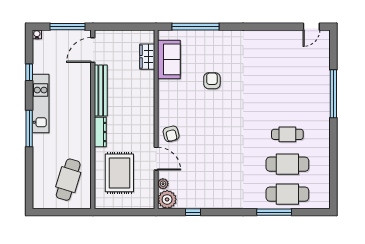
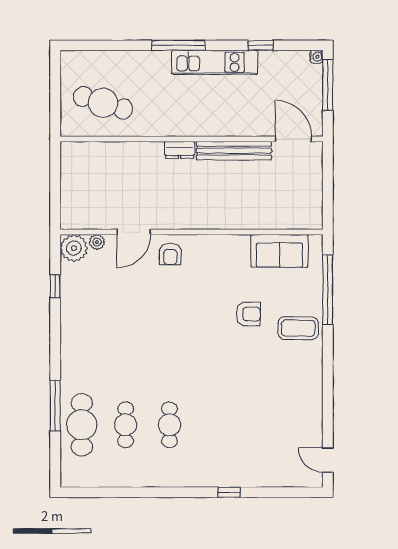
window: (68, 27) -> (328, 85), moved
coffee table: (222, 47) -> (298, 328), added
wardrobe: (147, 57) -> (284, 219), removed
window: (333, 94) -> (229, 492), width x0.32
dresser: (100, 132) -> (180, 150), width x0.70
armchair: (171, 134) -> (170, 254), turned -76
cafe table: (287, 164) -> (126, 425), width x0.73, depth x0.74
rug: (119, 173) -> (113, 178), removed

